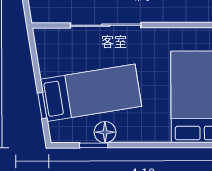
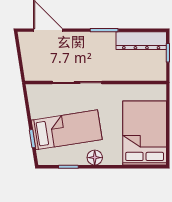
floor lamp: (105, 132) -> (95, 158), moved

